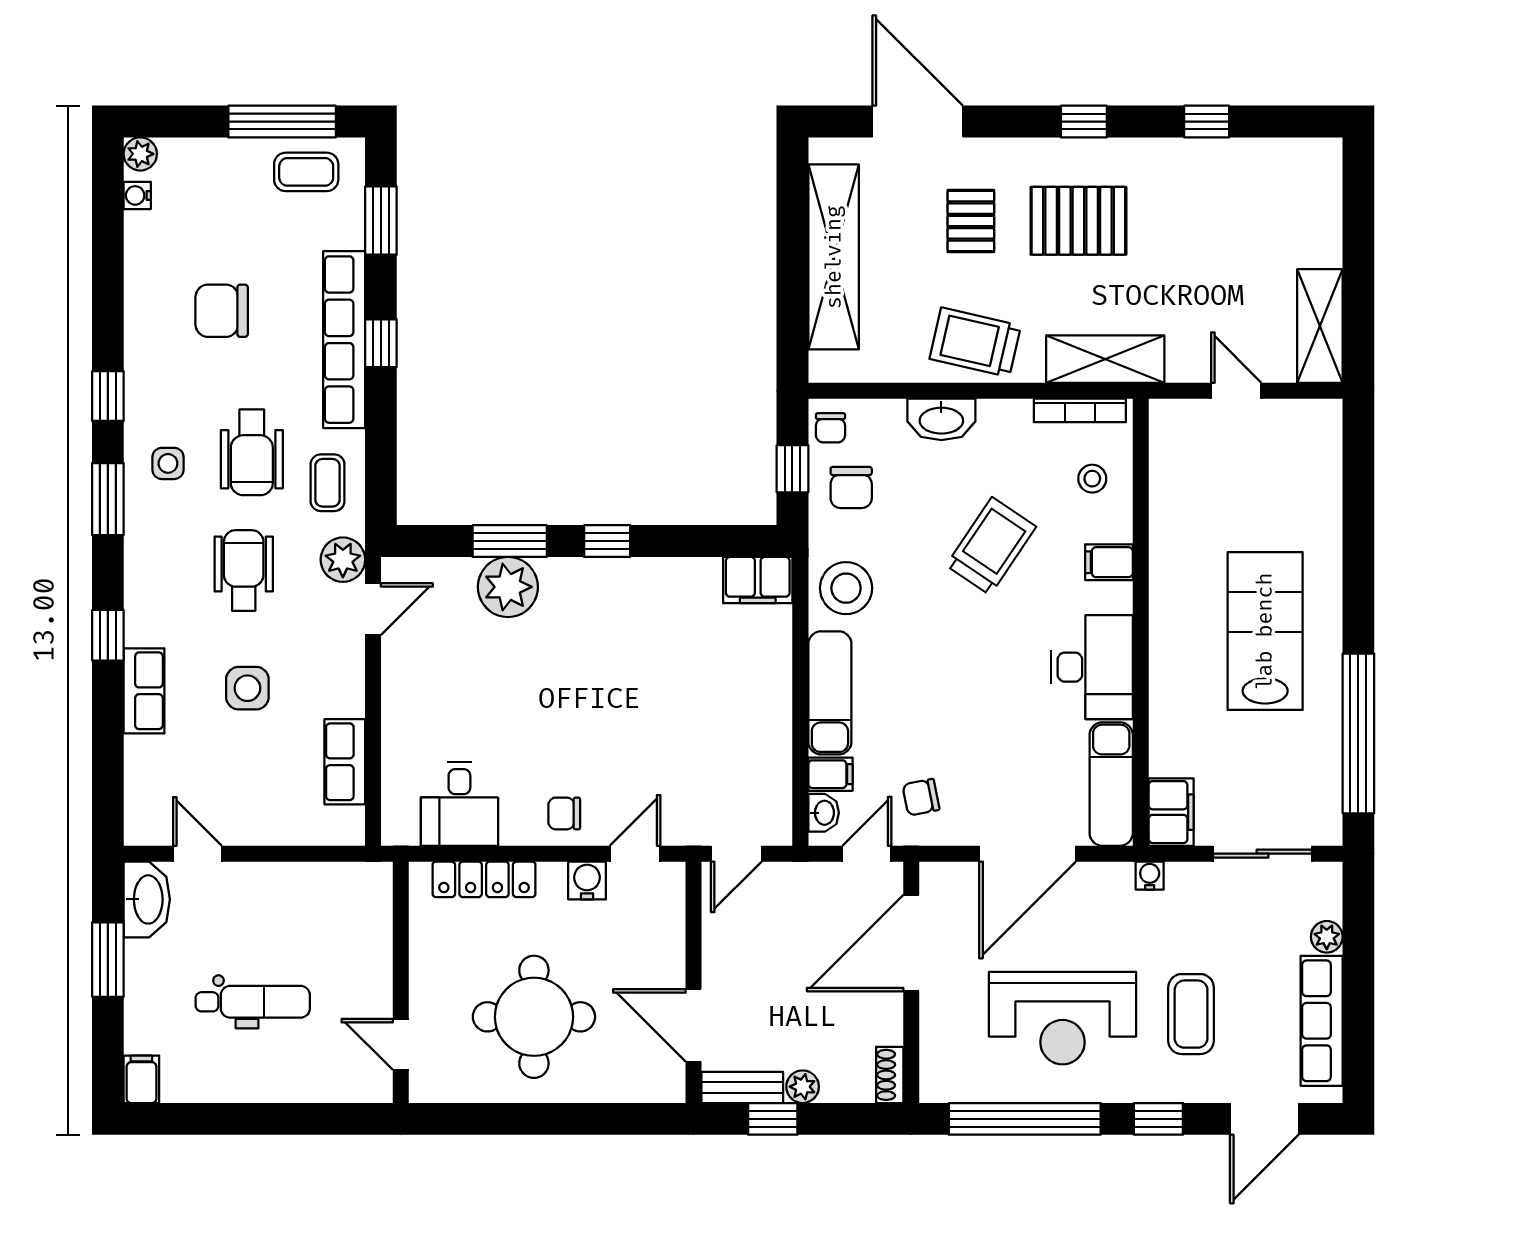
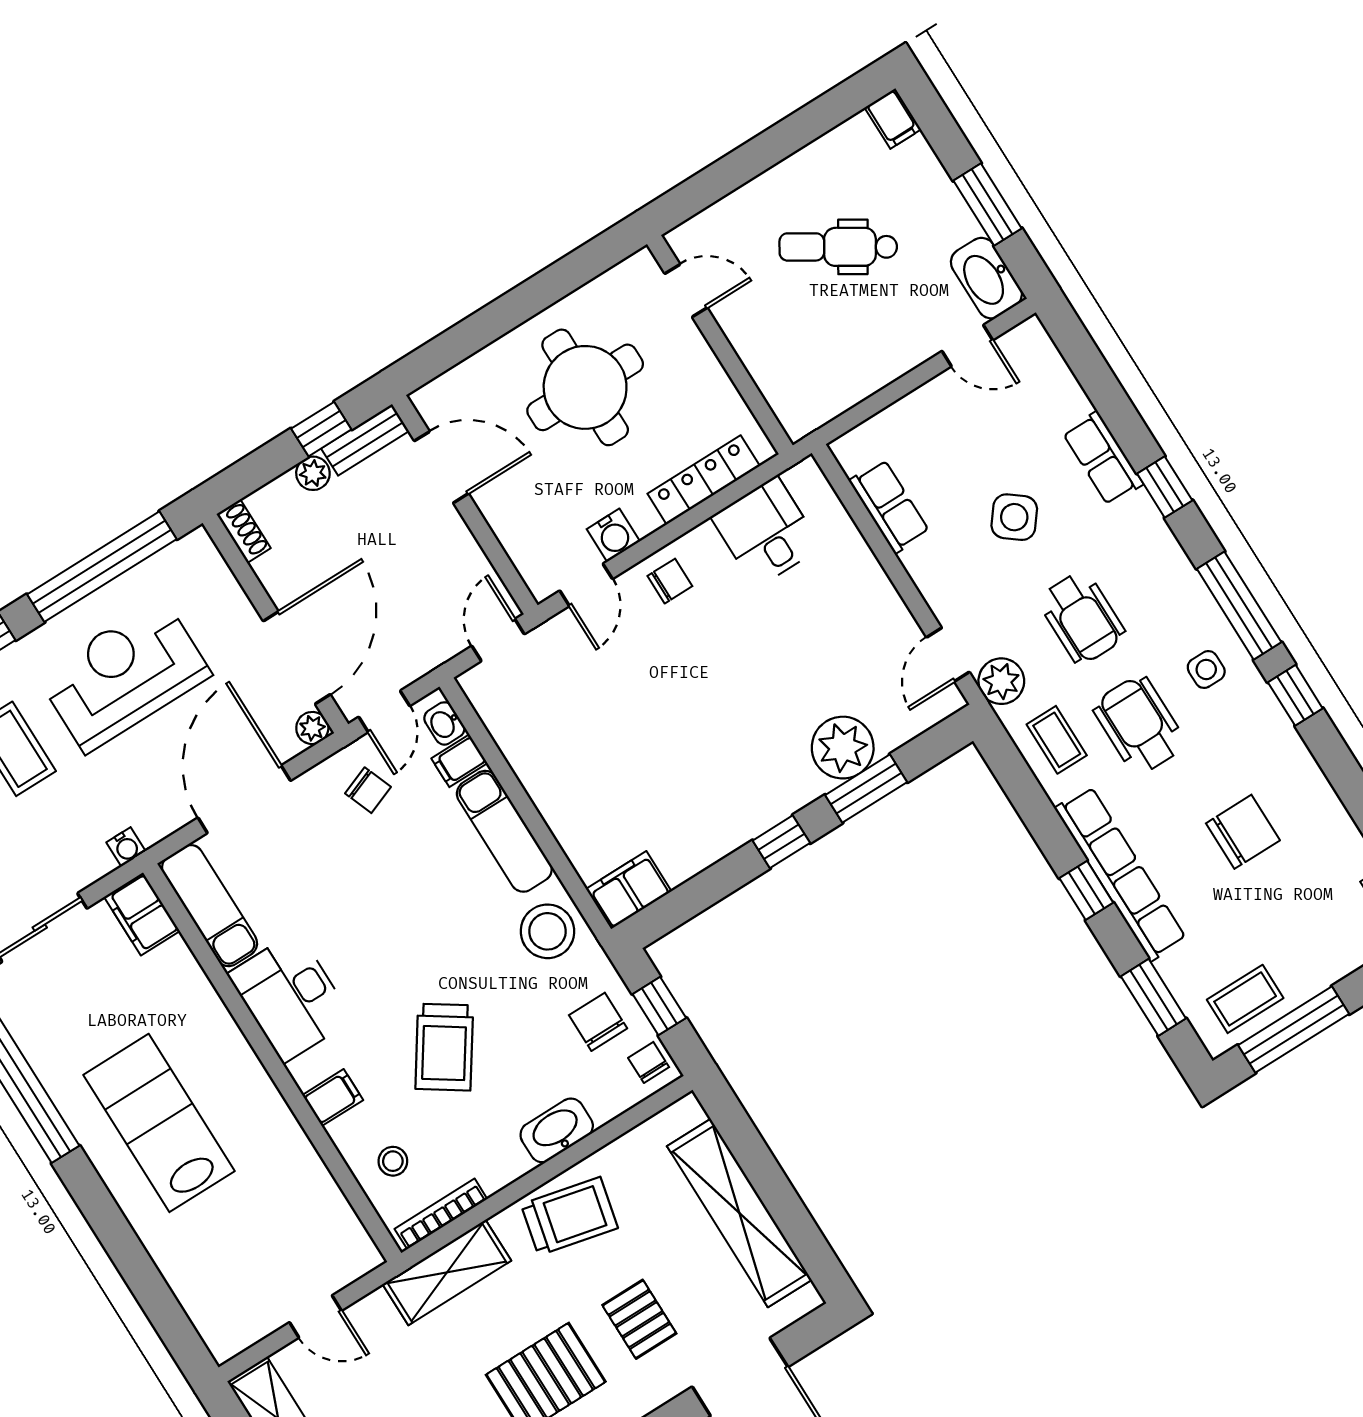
window: (108, 499) -> (1239, 606), width x1.44
lab bench: (1265, 631) -> (159, 1123), turned 180
side table: (247, 688) -> (1014, 517), turned 38
chair: (921, 797) -> (368, 790), turned 80
plant: (935, 877) -> (312, 728), added
dental chair: (253, 1002) -> (838, 247), turned 32

